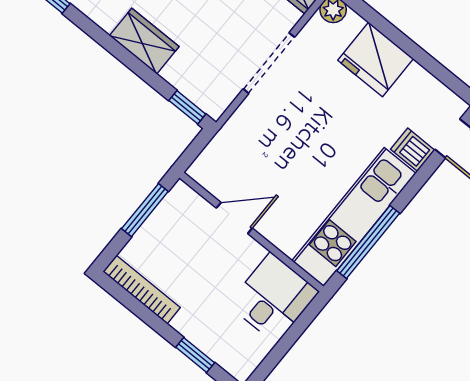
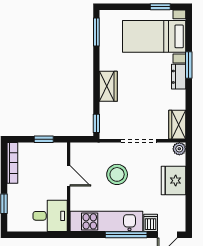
stool: (294, 140) -> (117, 174), added
window: (145, 210) -> (44, 139), width x0.67
window: (368, 242) -> (126, 235), moved

